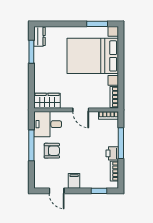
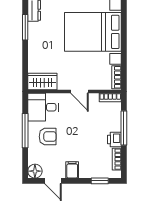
floor lamp: (40, 182) -> (35, 171), added

